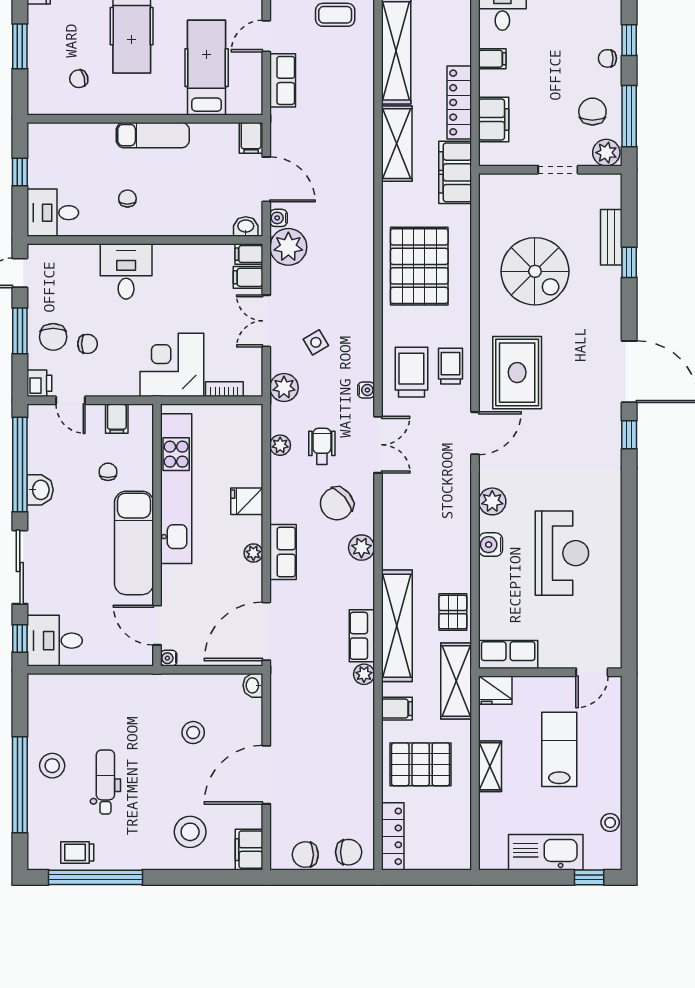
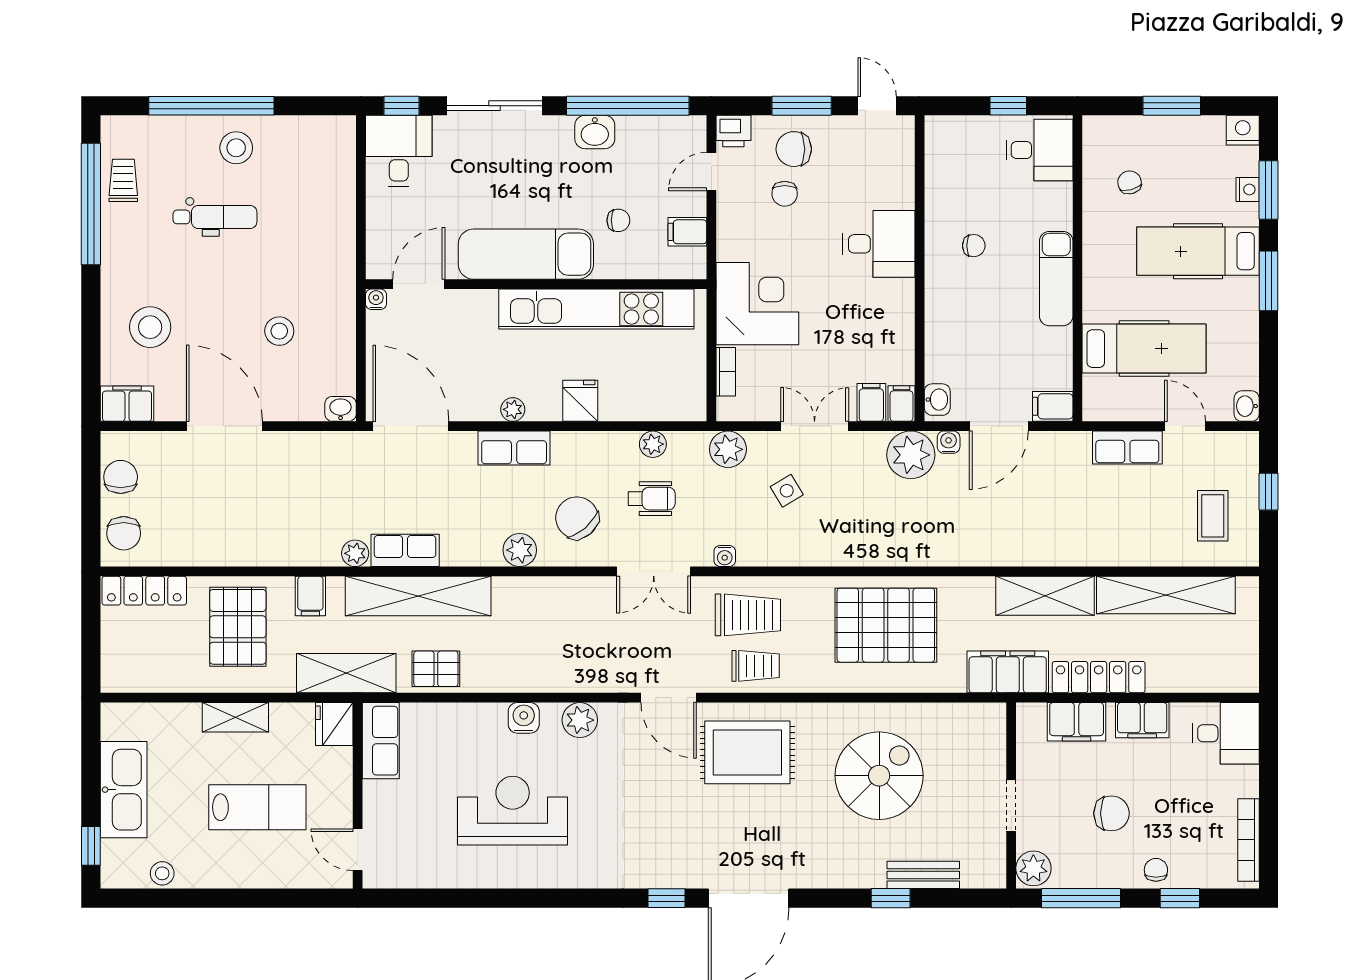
filing cabinet: (492, 59) -> (1142, 720), width x2.00
chair: (592, 112) -> (1111, 813), moved
desk: (53, 213) -> (1039, 150), moved, turned 90
spiral stairs: (535, 271) -> (879, 776), turned 180
reception desk: (562, 553) -> (513, 811), turned 180

